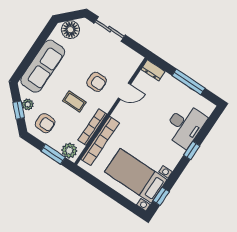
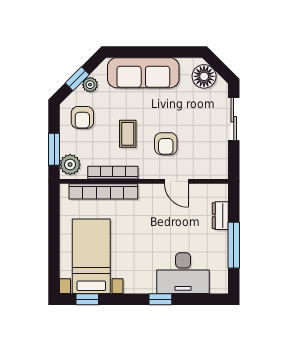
dresser: (153, 70) -> (220, 216), moved

